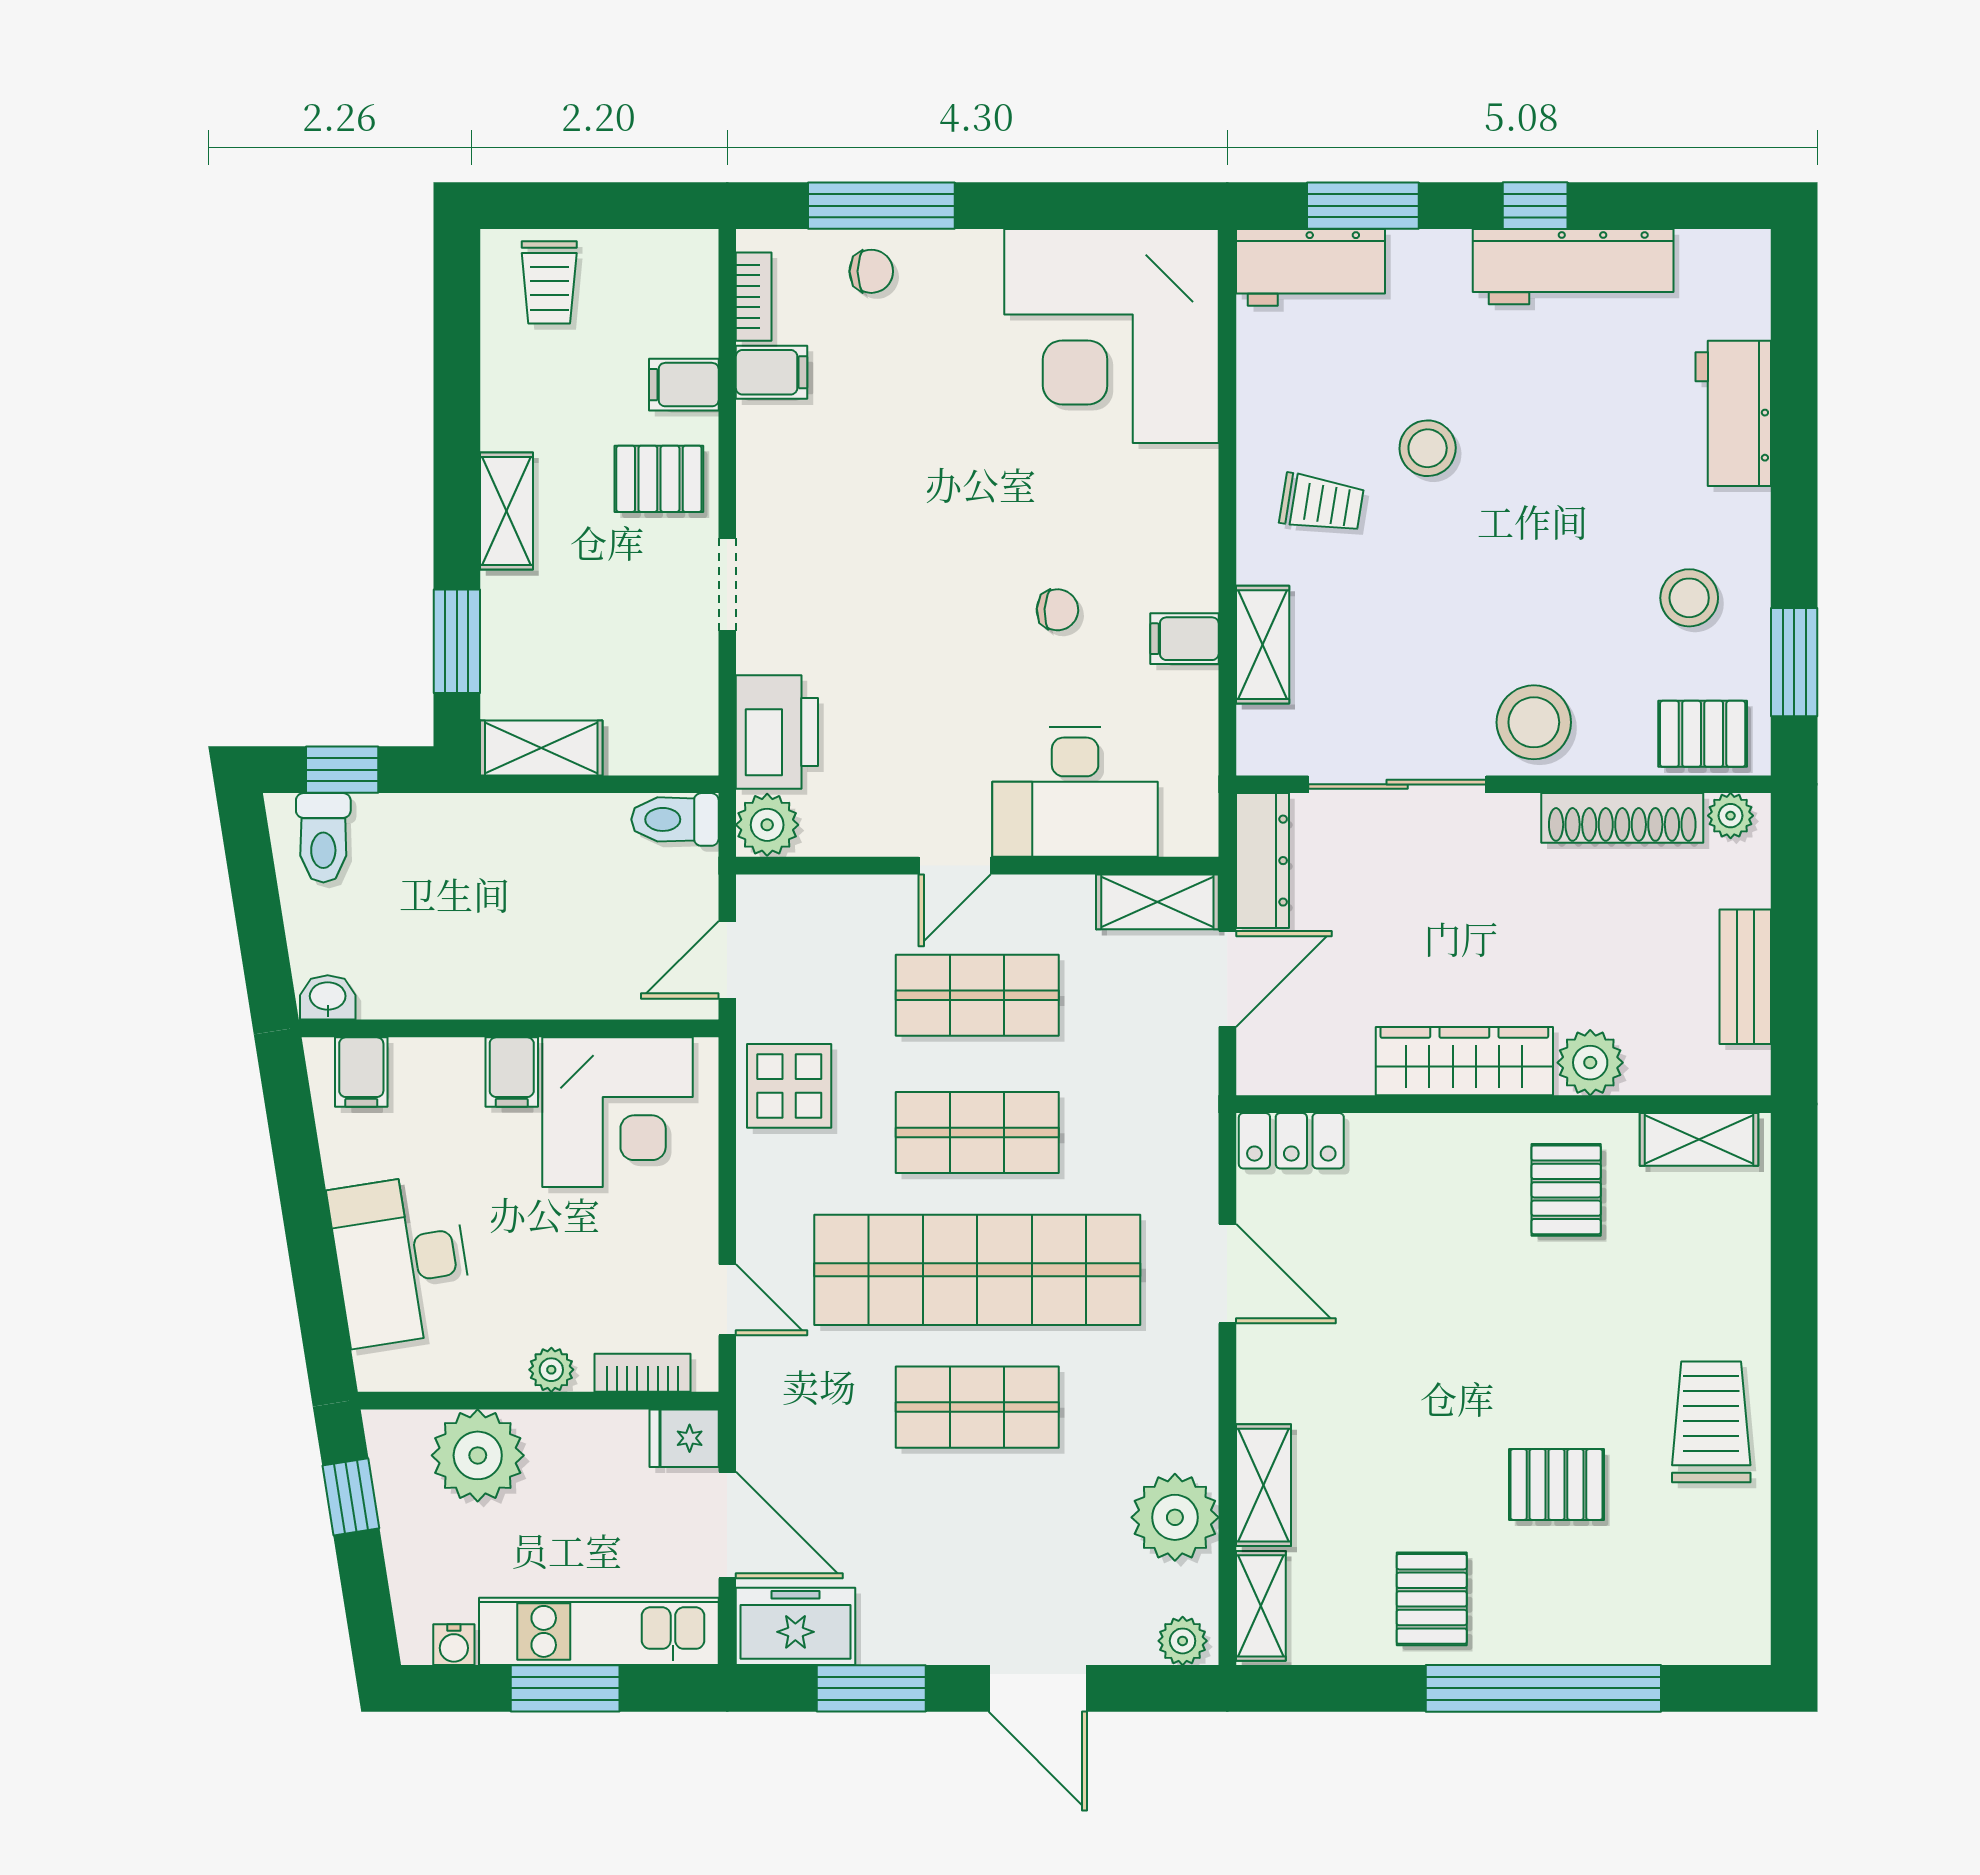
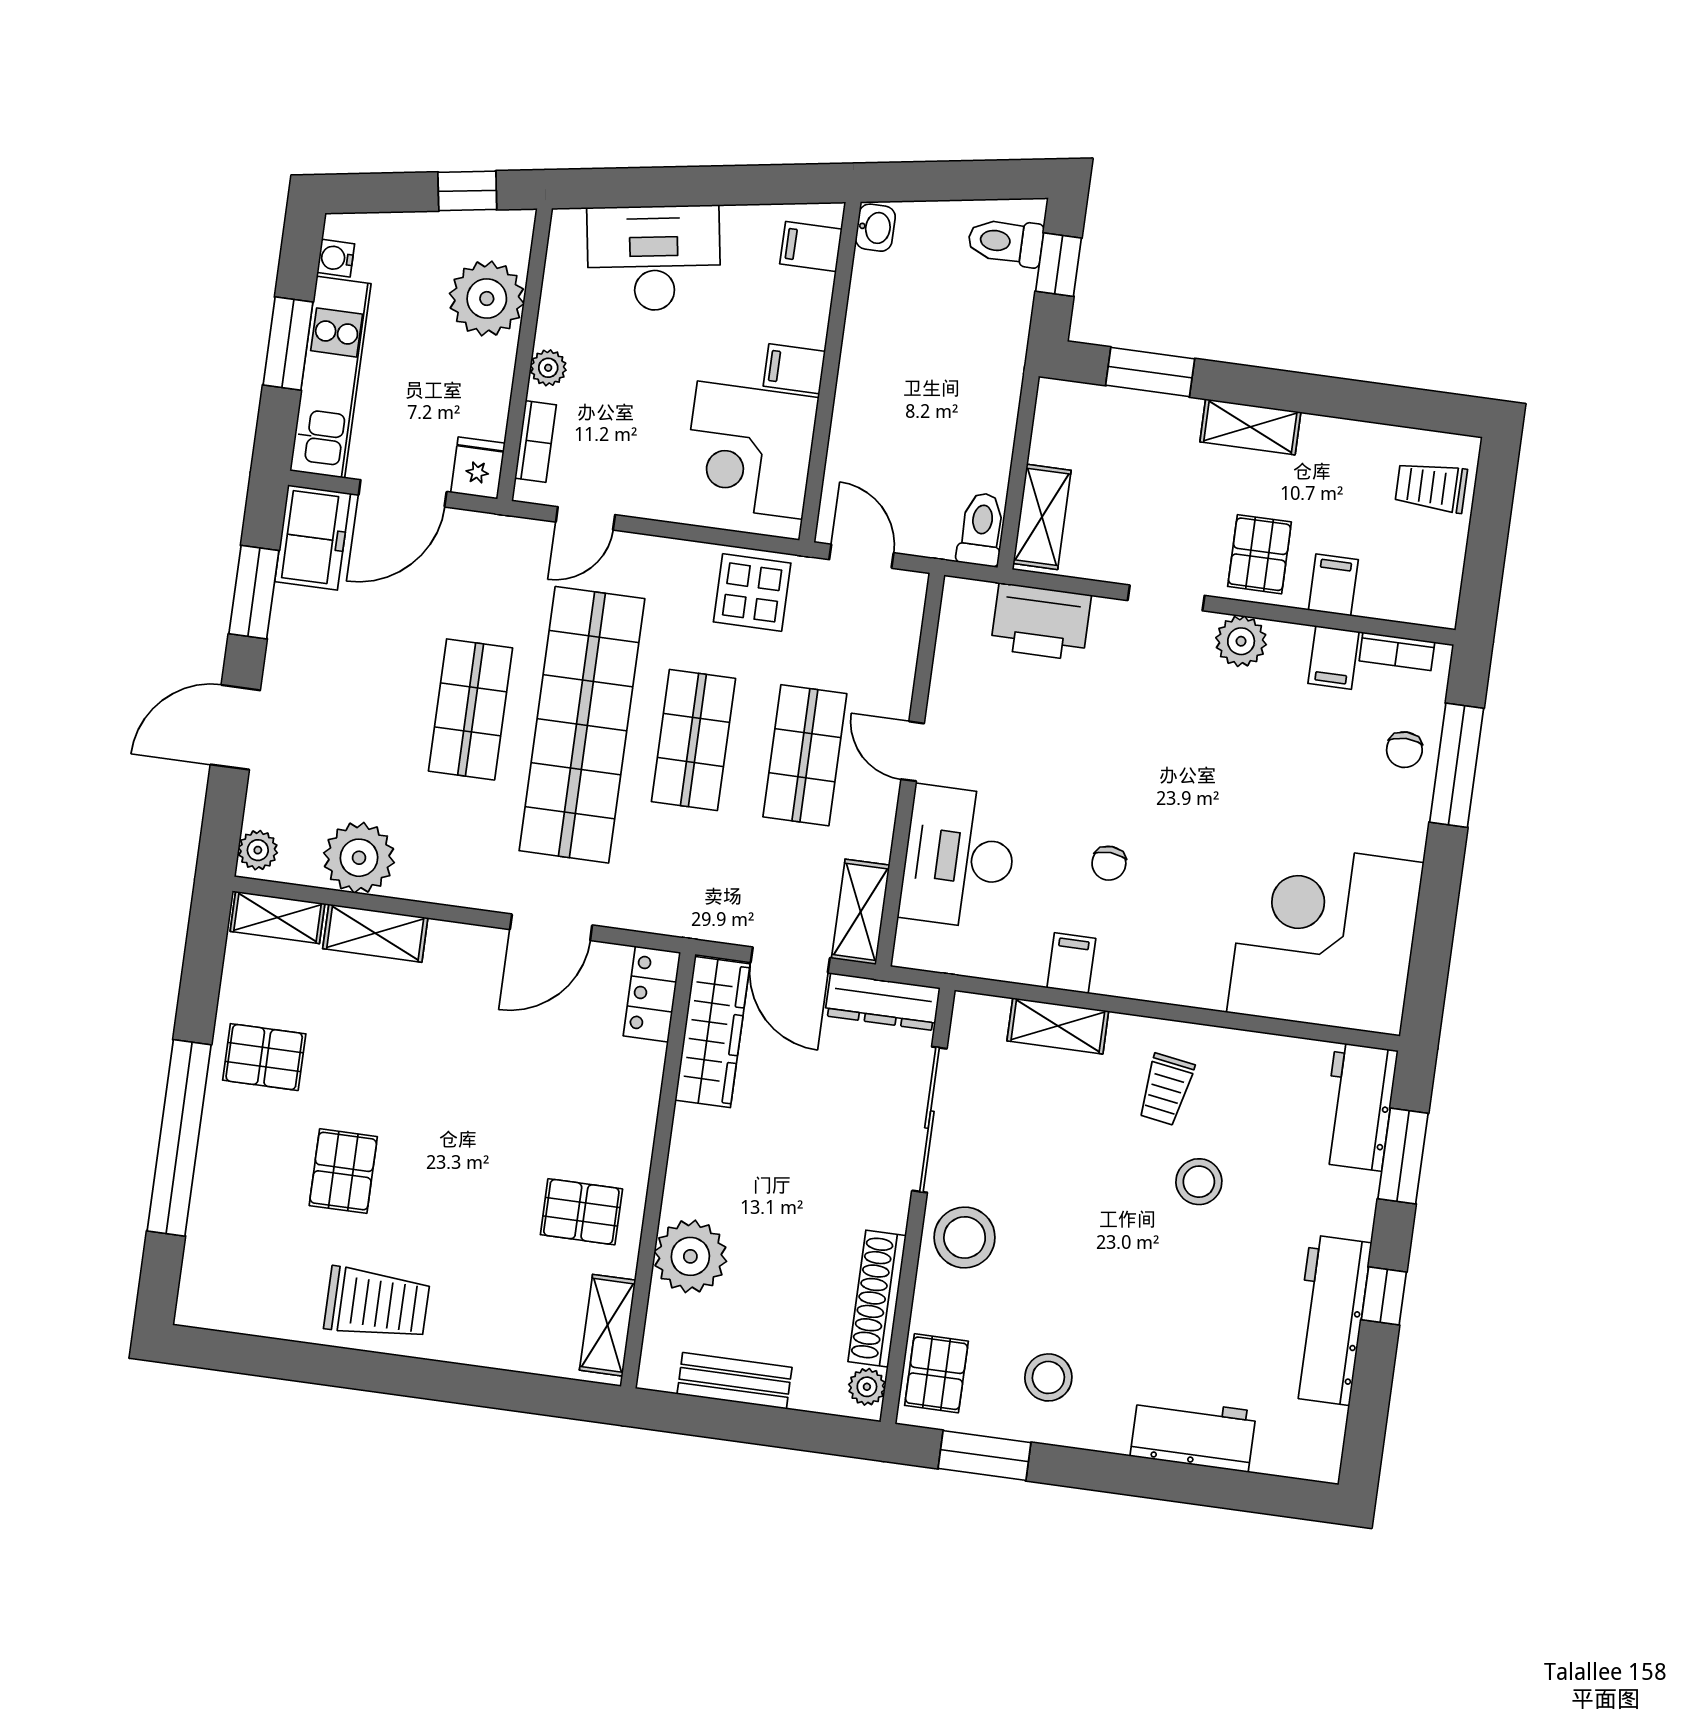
shelving: (541, 748) -> (1042, 517), moved
plant: (767, 825) -> (1241, 641), moved
wardrobe: (1464, 1061) -> (712, 1032), moved
plant: (1590, 1063) -> (690, 1256), width x1.36, depth x1.36

